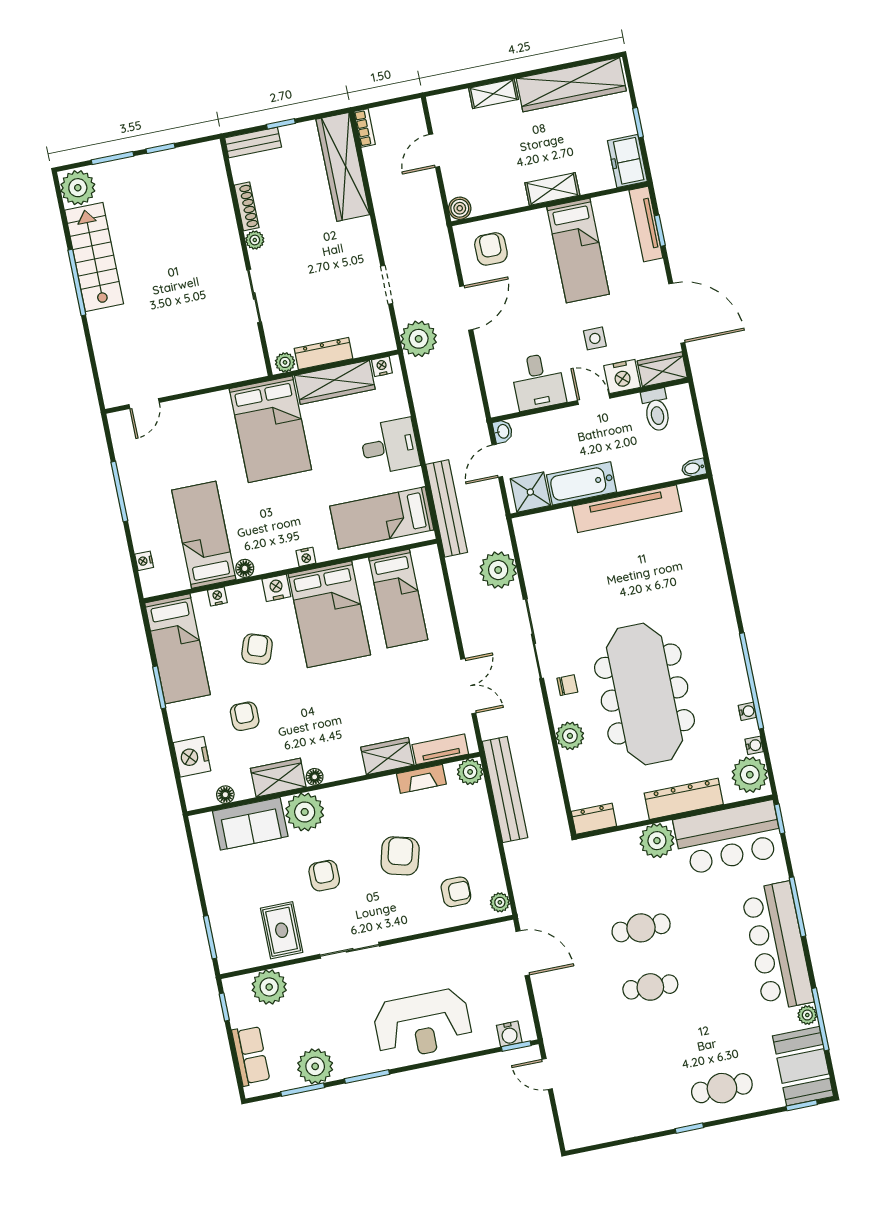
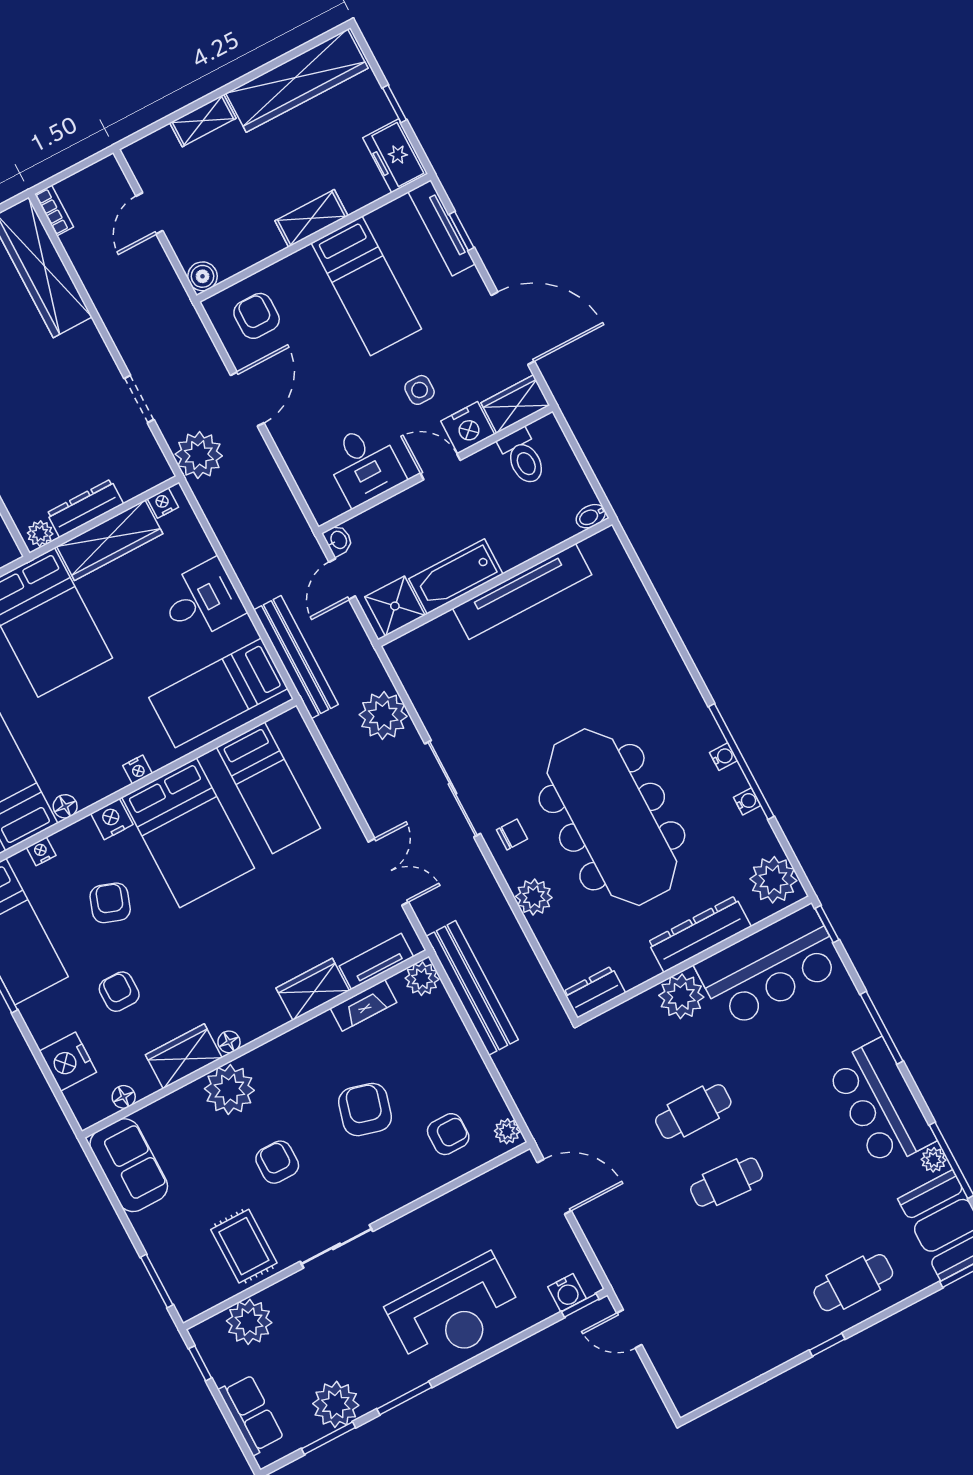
water cooler: (754, 745) -> (723, 757), moved
sofa: (250, 824) -> (129, 1165), moved, turned -90
bar counter: (777, 946) -> (881, 1104), width x0.73

